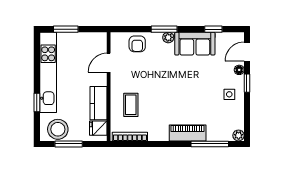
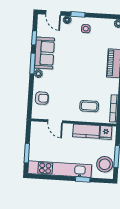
window: (164, 29) -> (32, 64), moved

